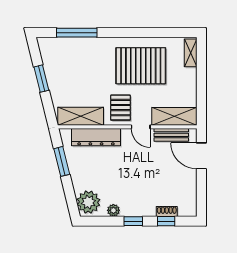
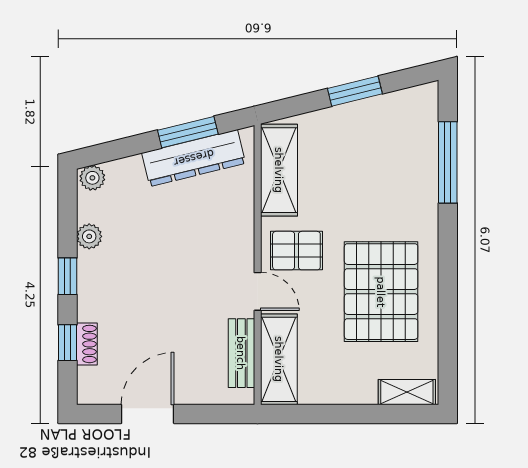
door: (141, 127) -> (258, 291), swing flipped
dresser: (96, 137) -> (194, 158), moved, turned -104
door: (201, 156) -> (148, 414), moved
plant: (88, 202) -> (92, 178), width x0.53, depth x0.53

